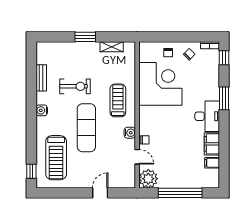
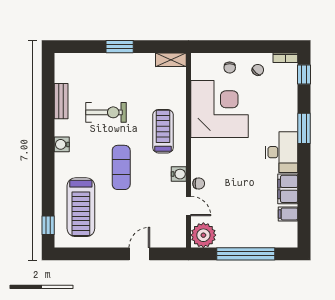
shelving: (112, 47) -> (171, 60), moved
exercise mat: (86, 128) -> (121, 167), width x0.73, depth x0.69

